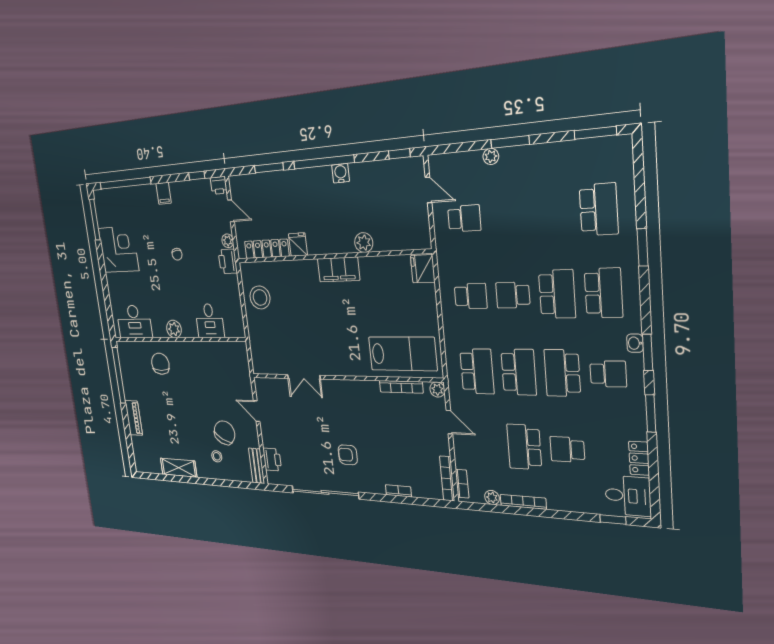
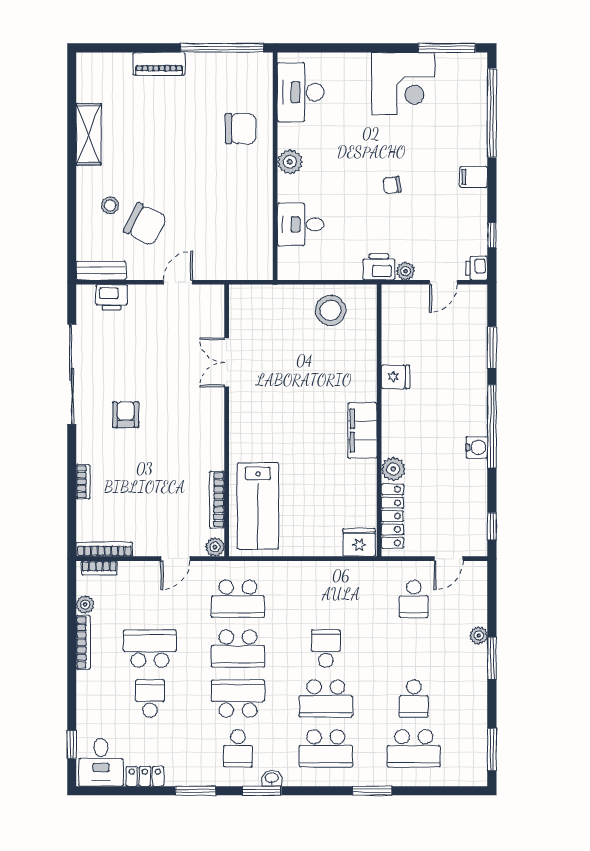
locker: (267, 249) -> (392, 516), moved
school desk: (471, 296) -> (414, 699), moved

